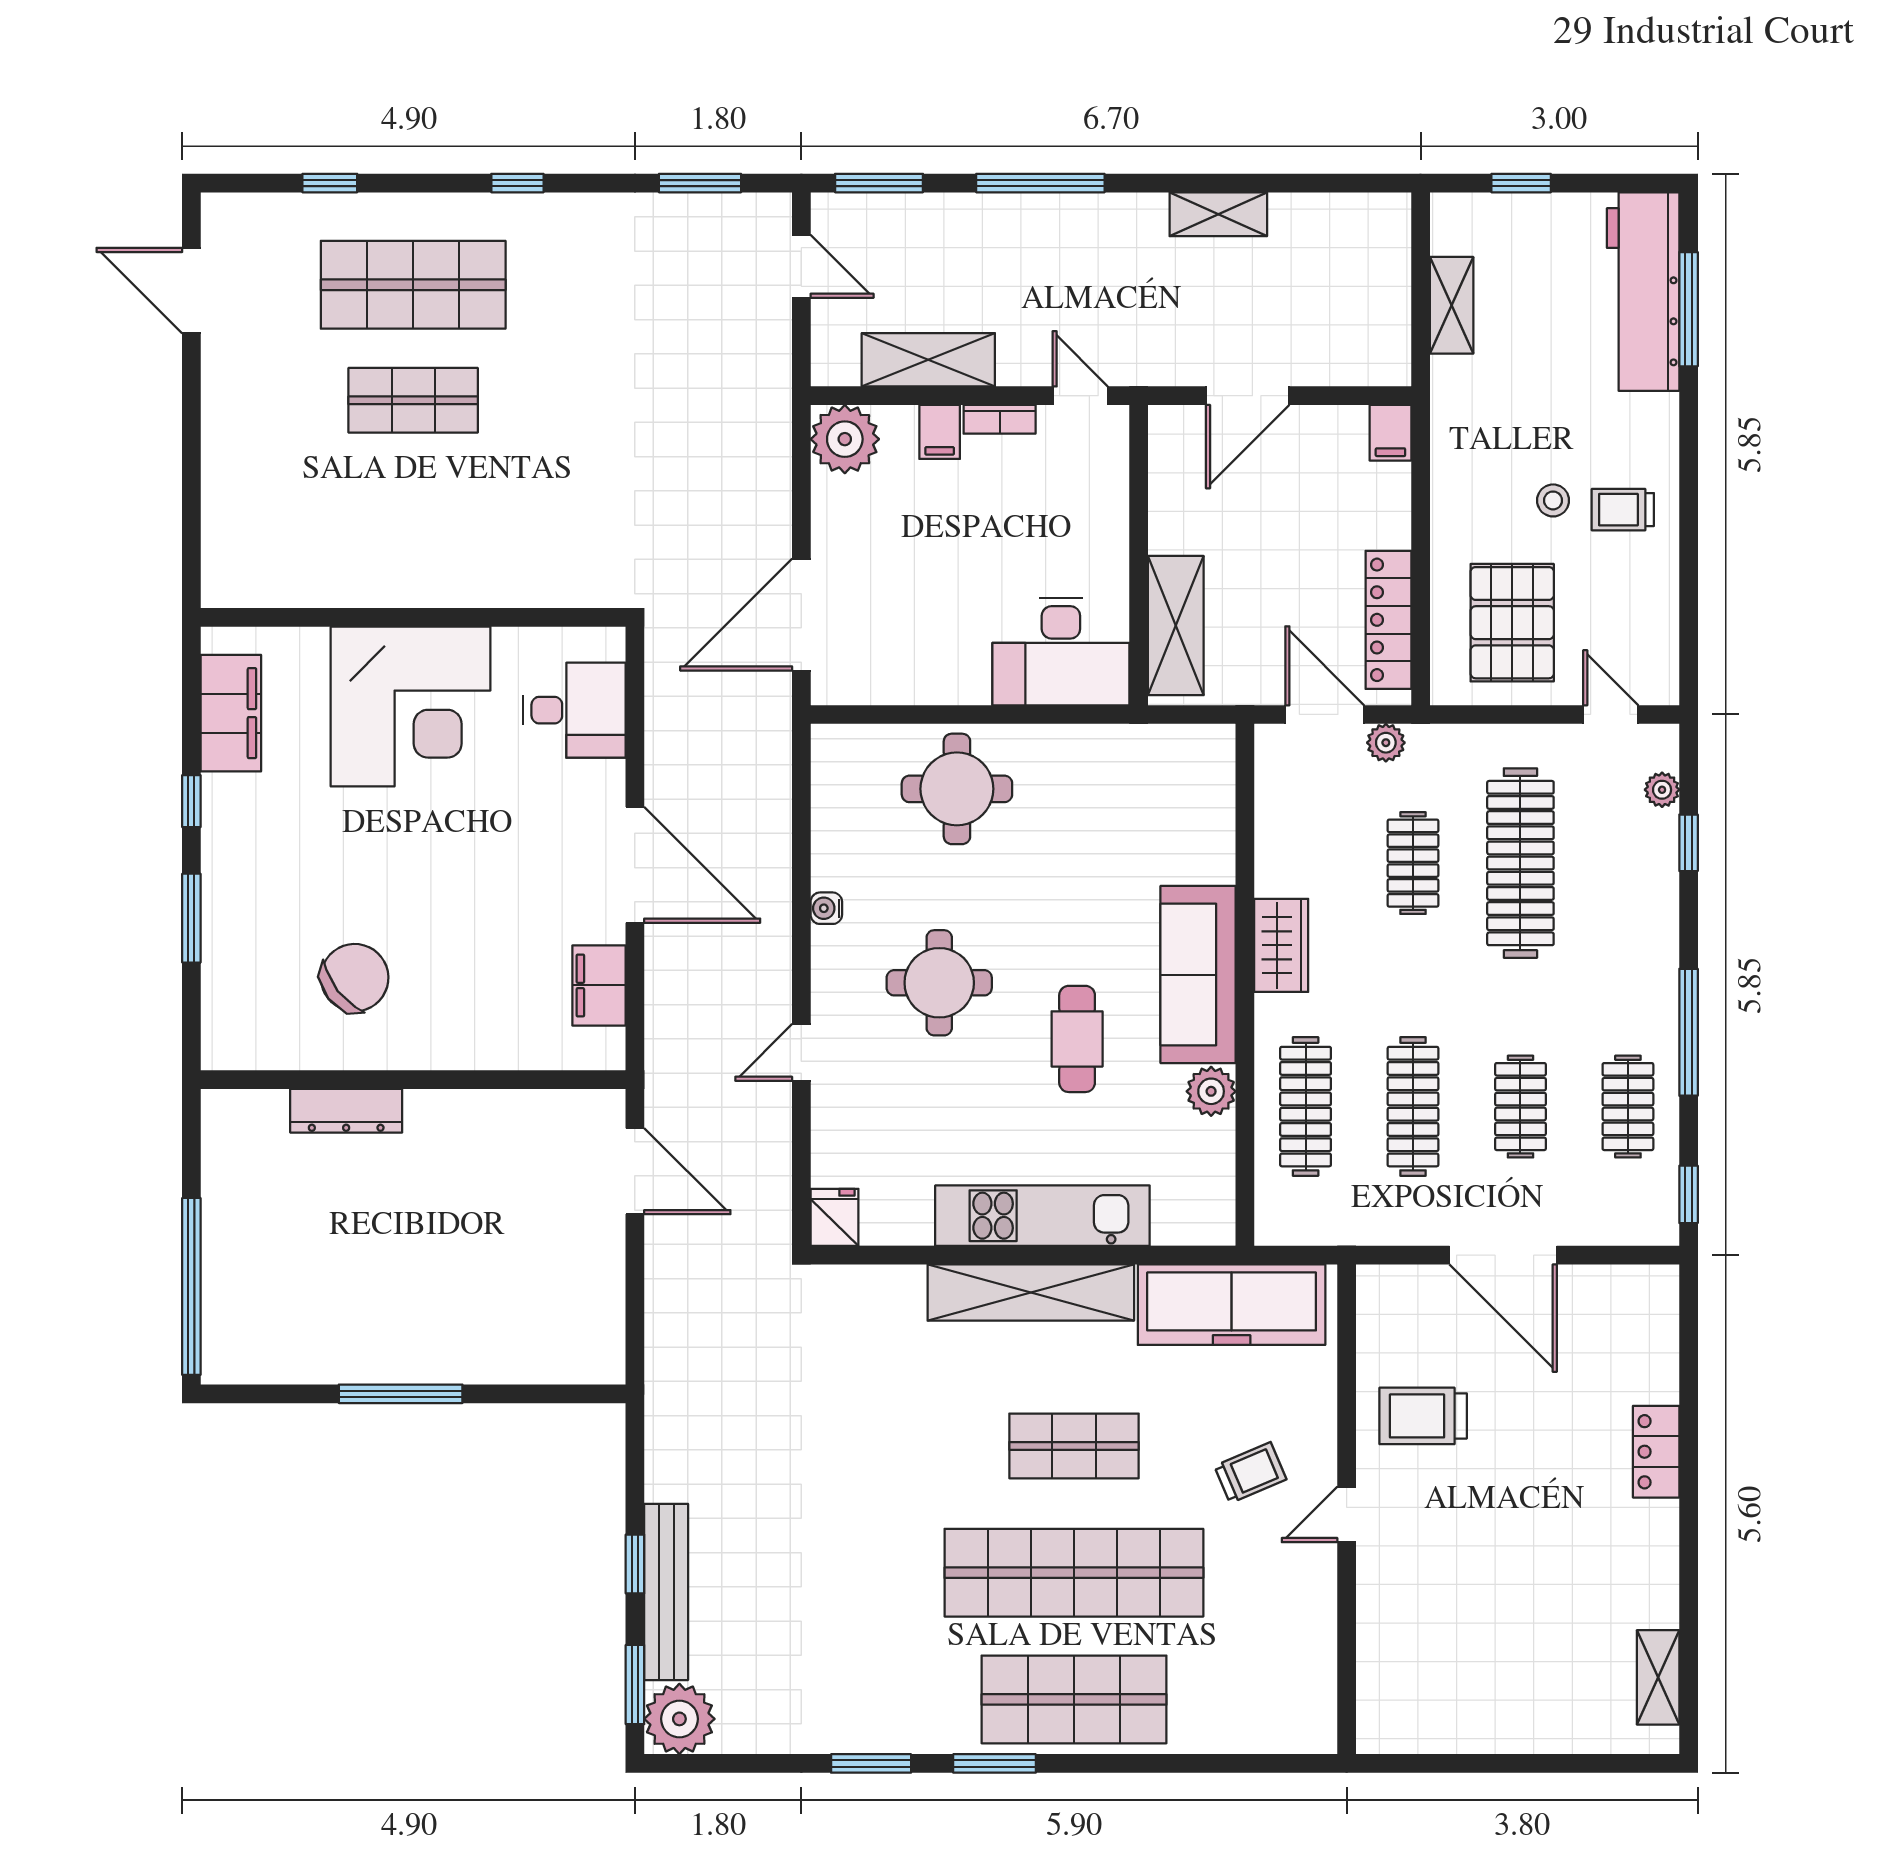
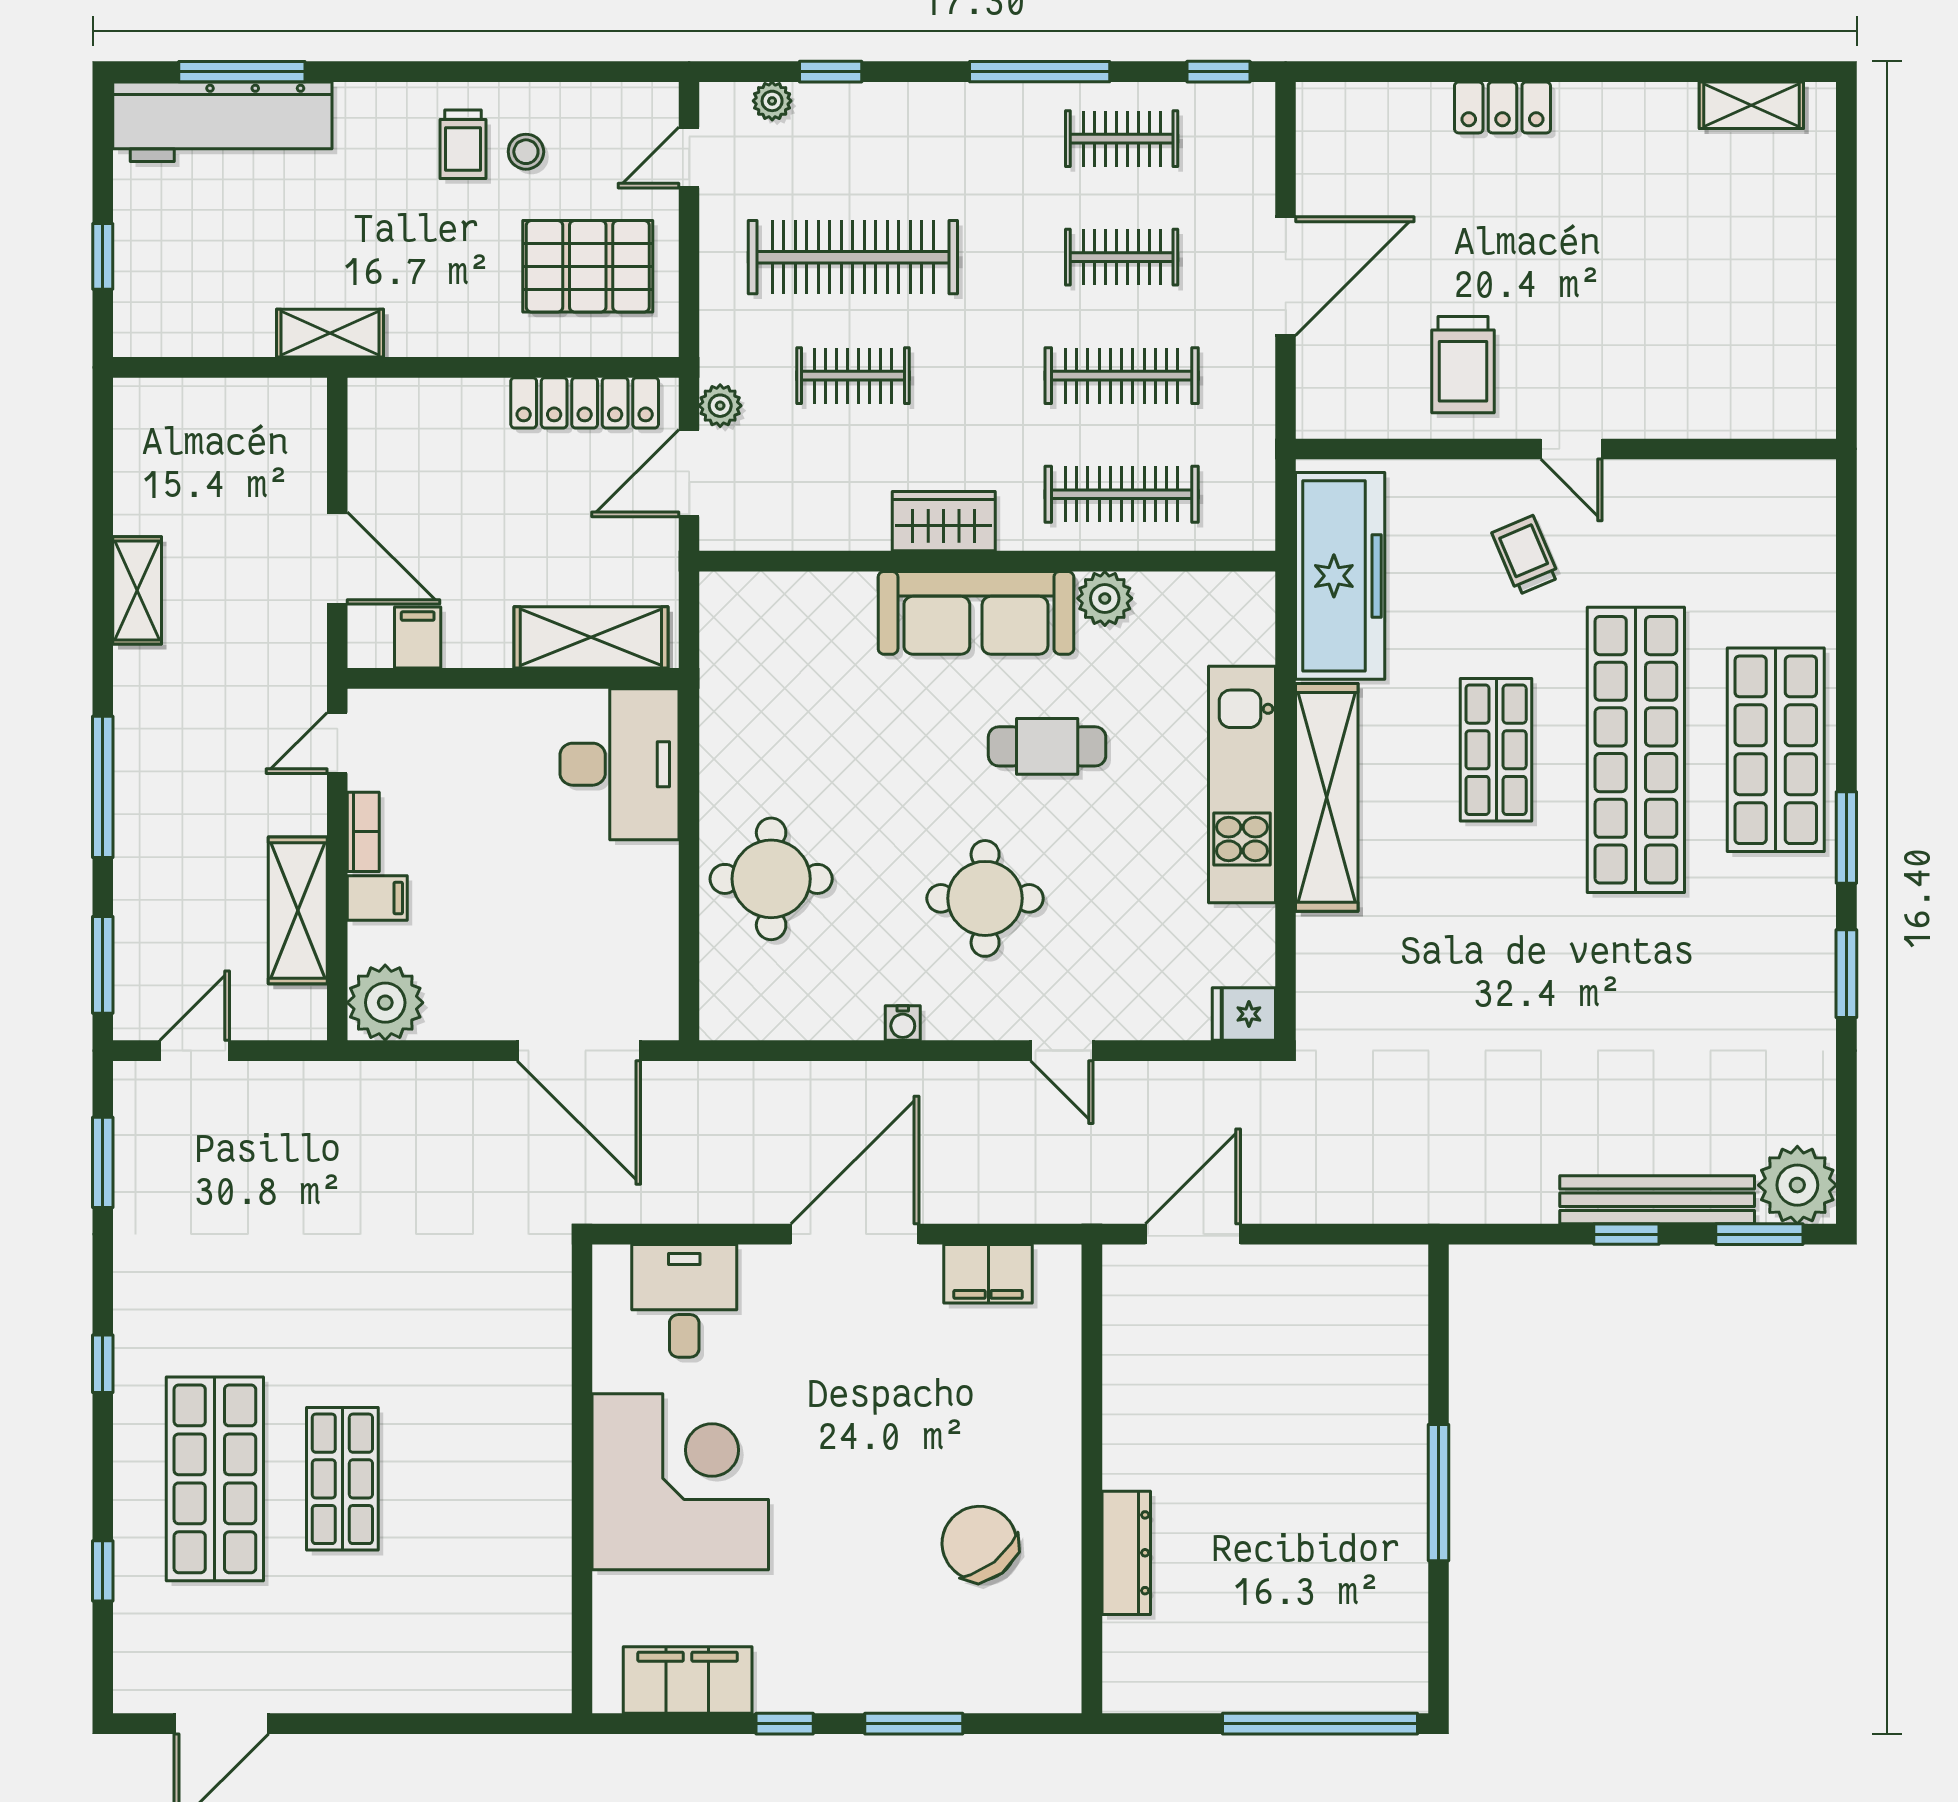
shelving: (1452, 305) -> (330, 333), moved
filing cabinet: (1390, 433) -> (418, 638), moved, turned -90
stool: (1553, 500) -> (526, 152), moved

